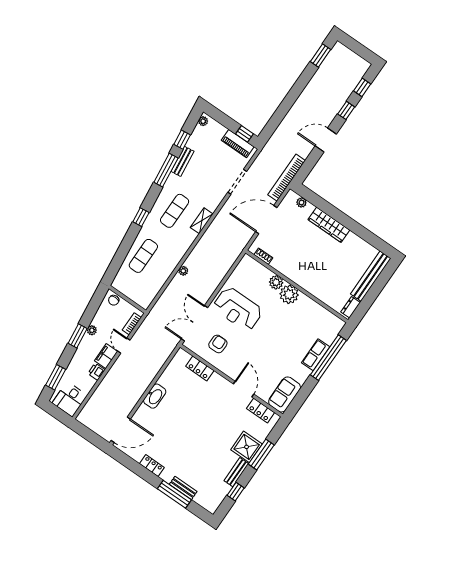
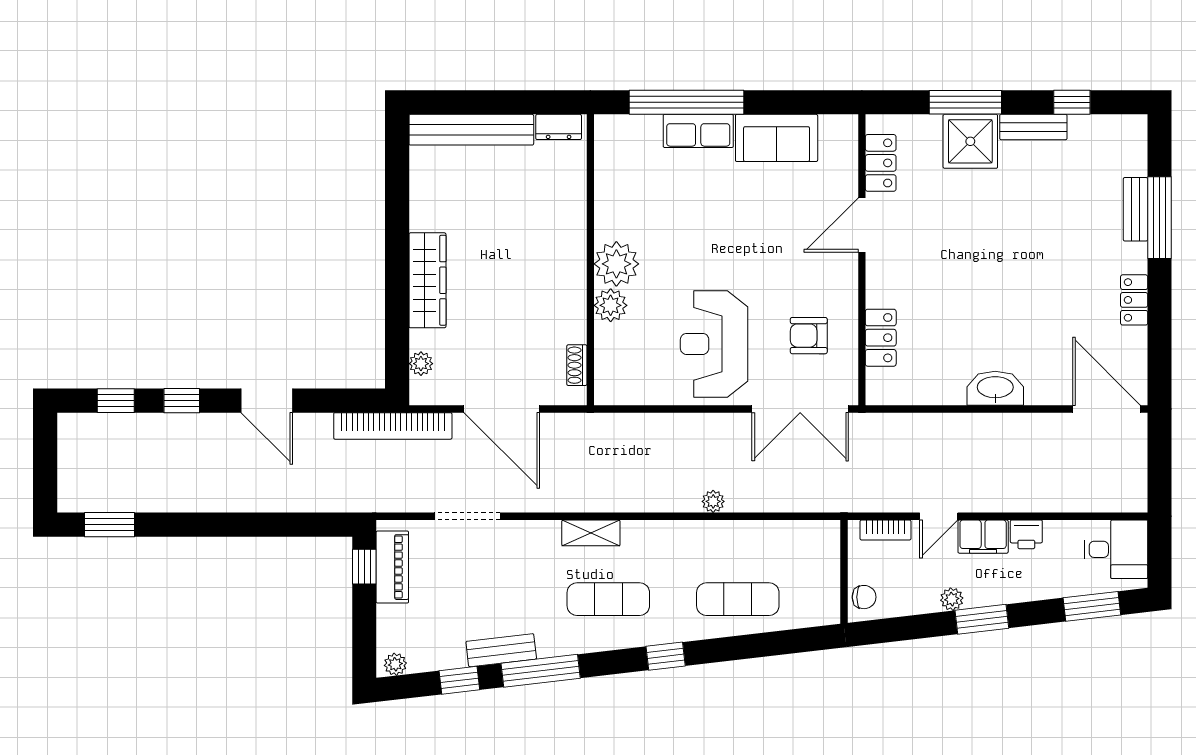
reception desk: (238, 309) -> (714, 344), turned 180
sofa: (285, 394) -> (777, 138), moved

